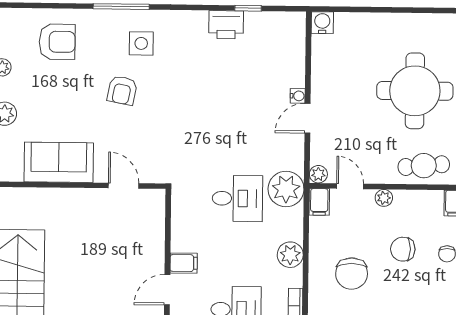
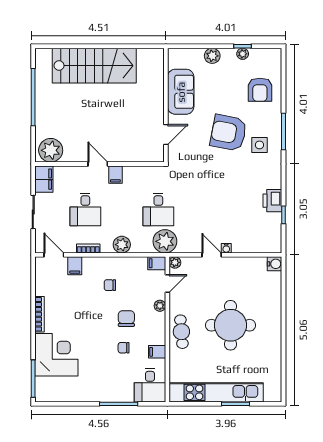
armchair: (122, 90) -> (228, 133), width x1.88, depth x1.88
chair: (352, 274) -> (110, 285), width x0.54, depth x0.54

